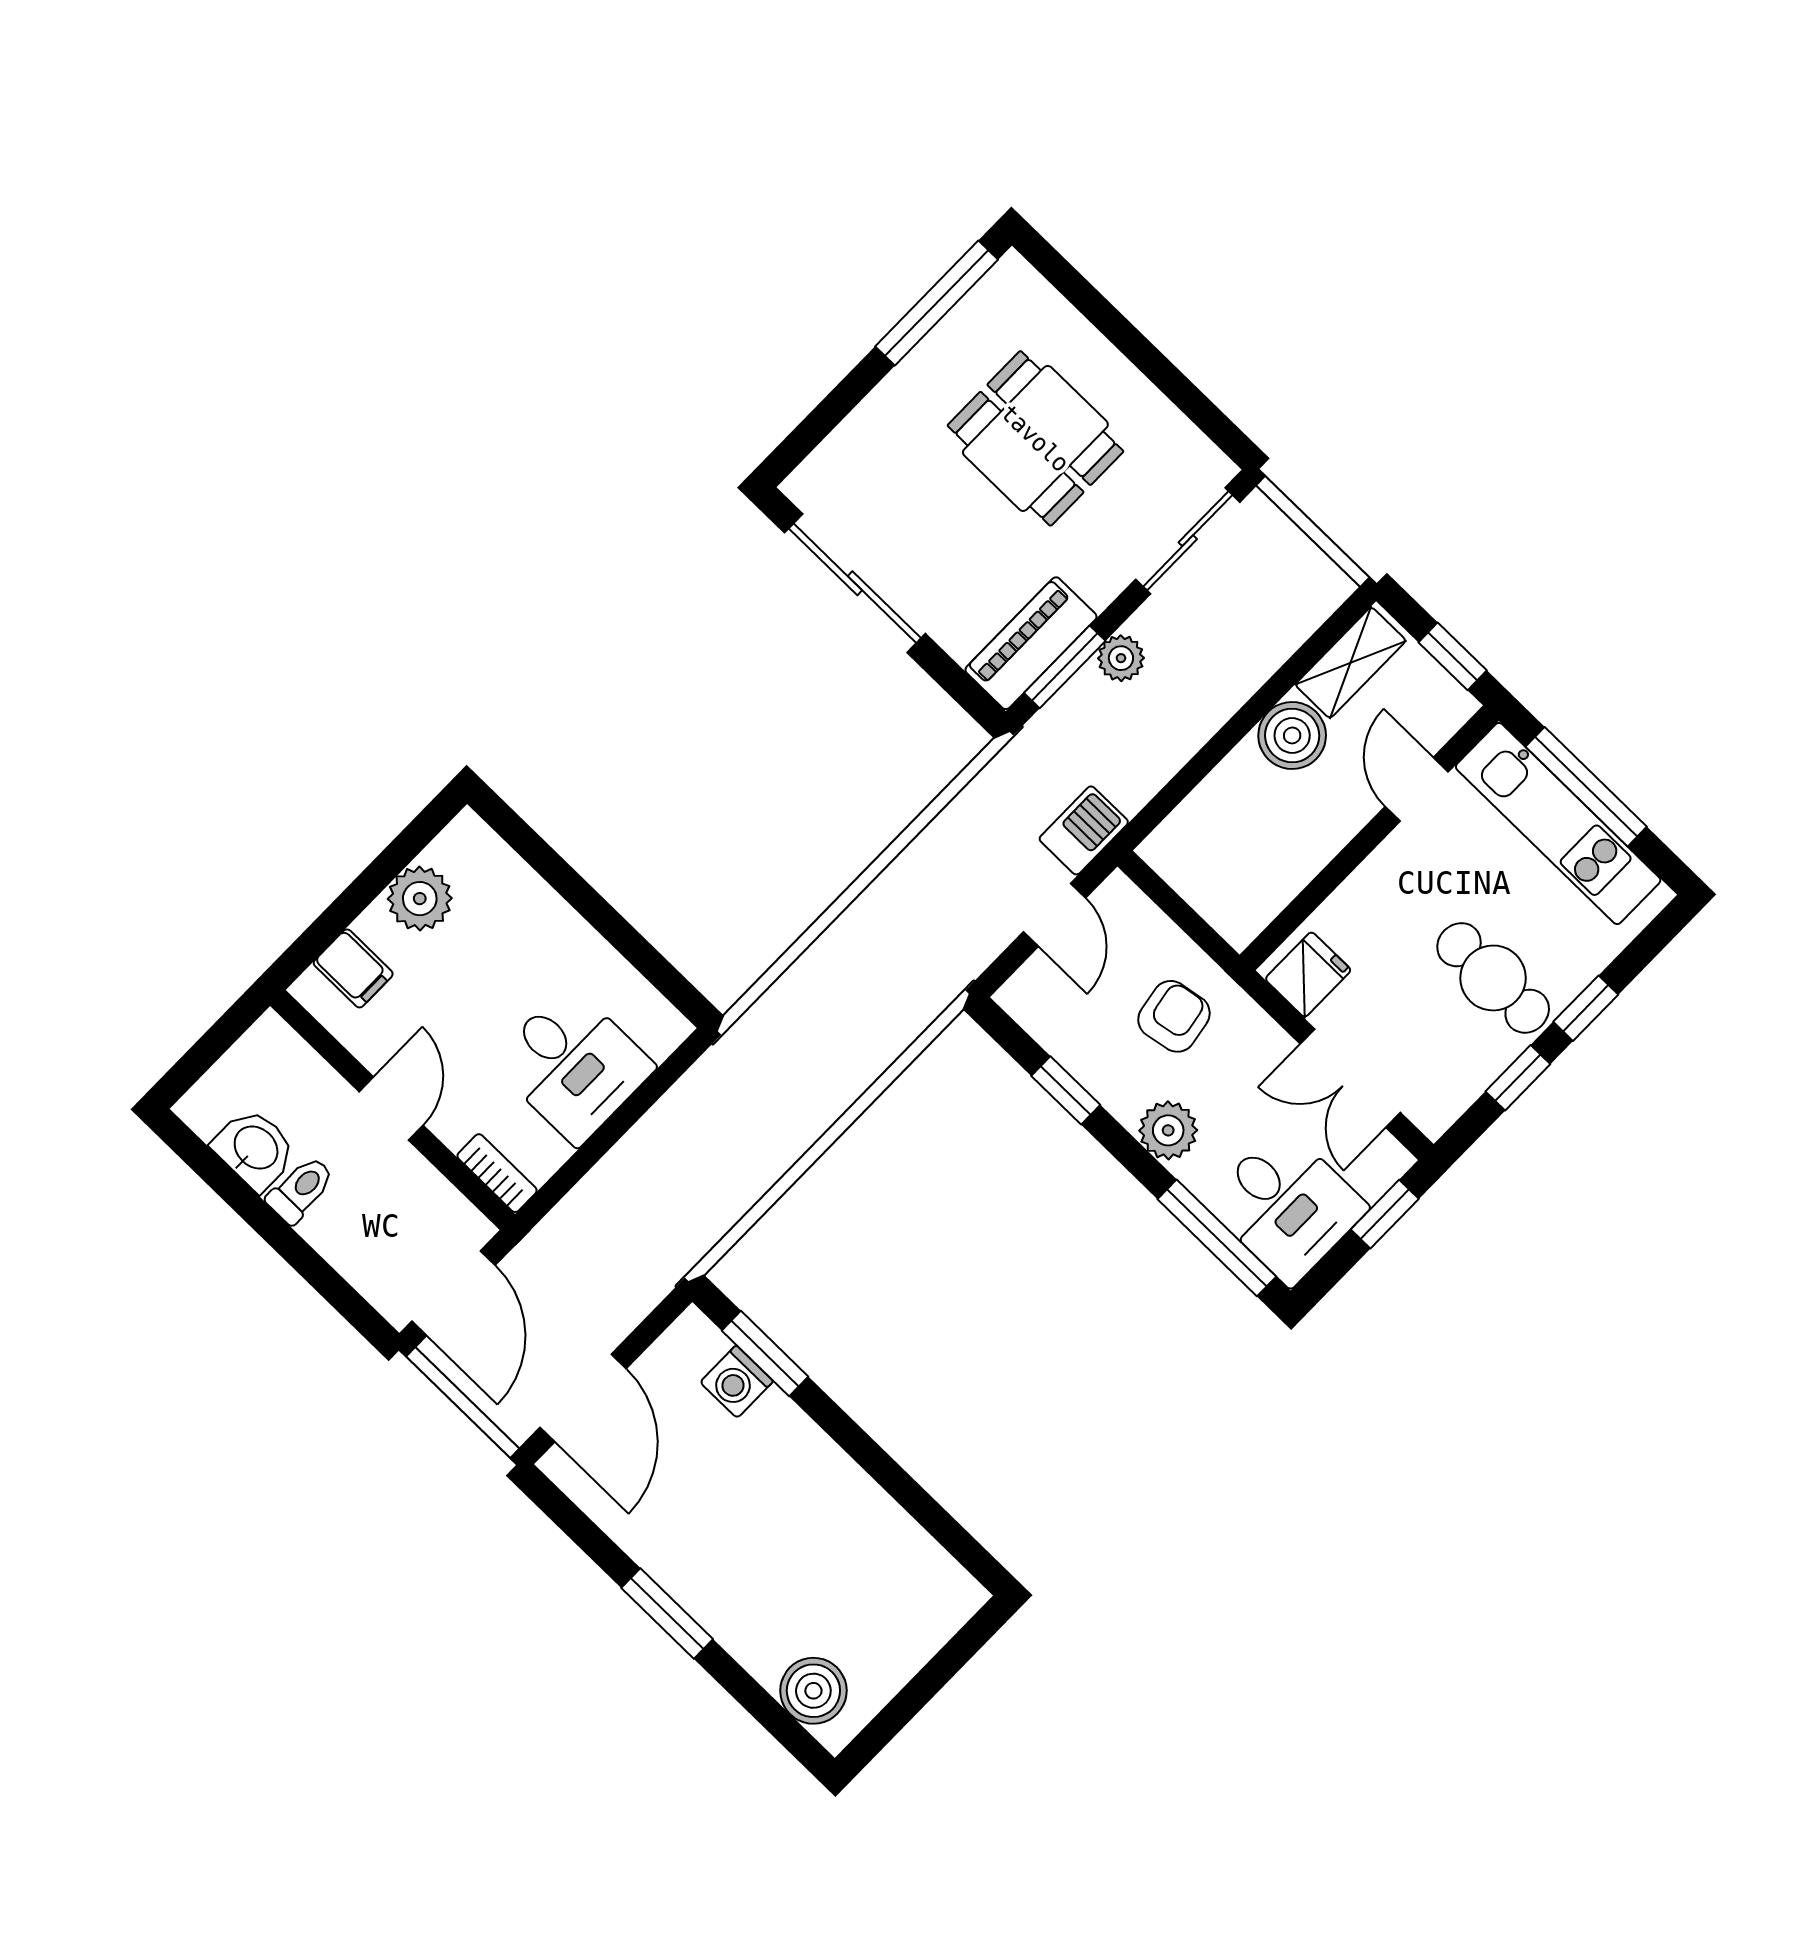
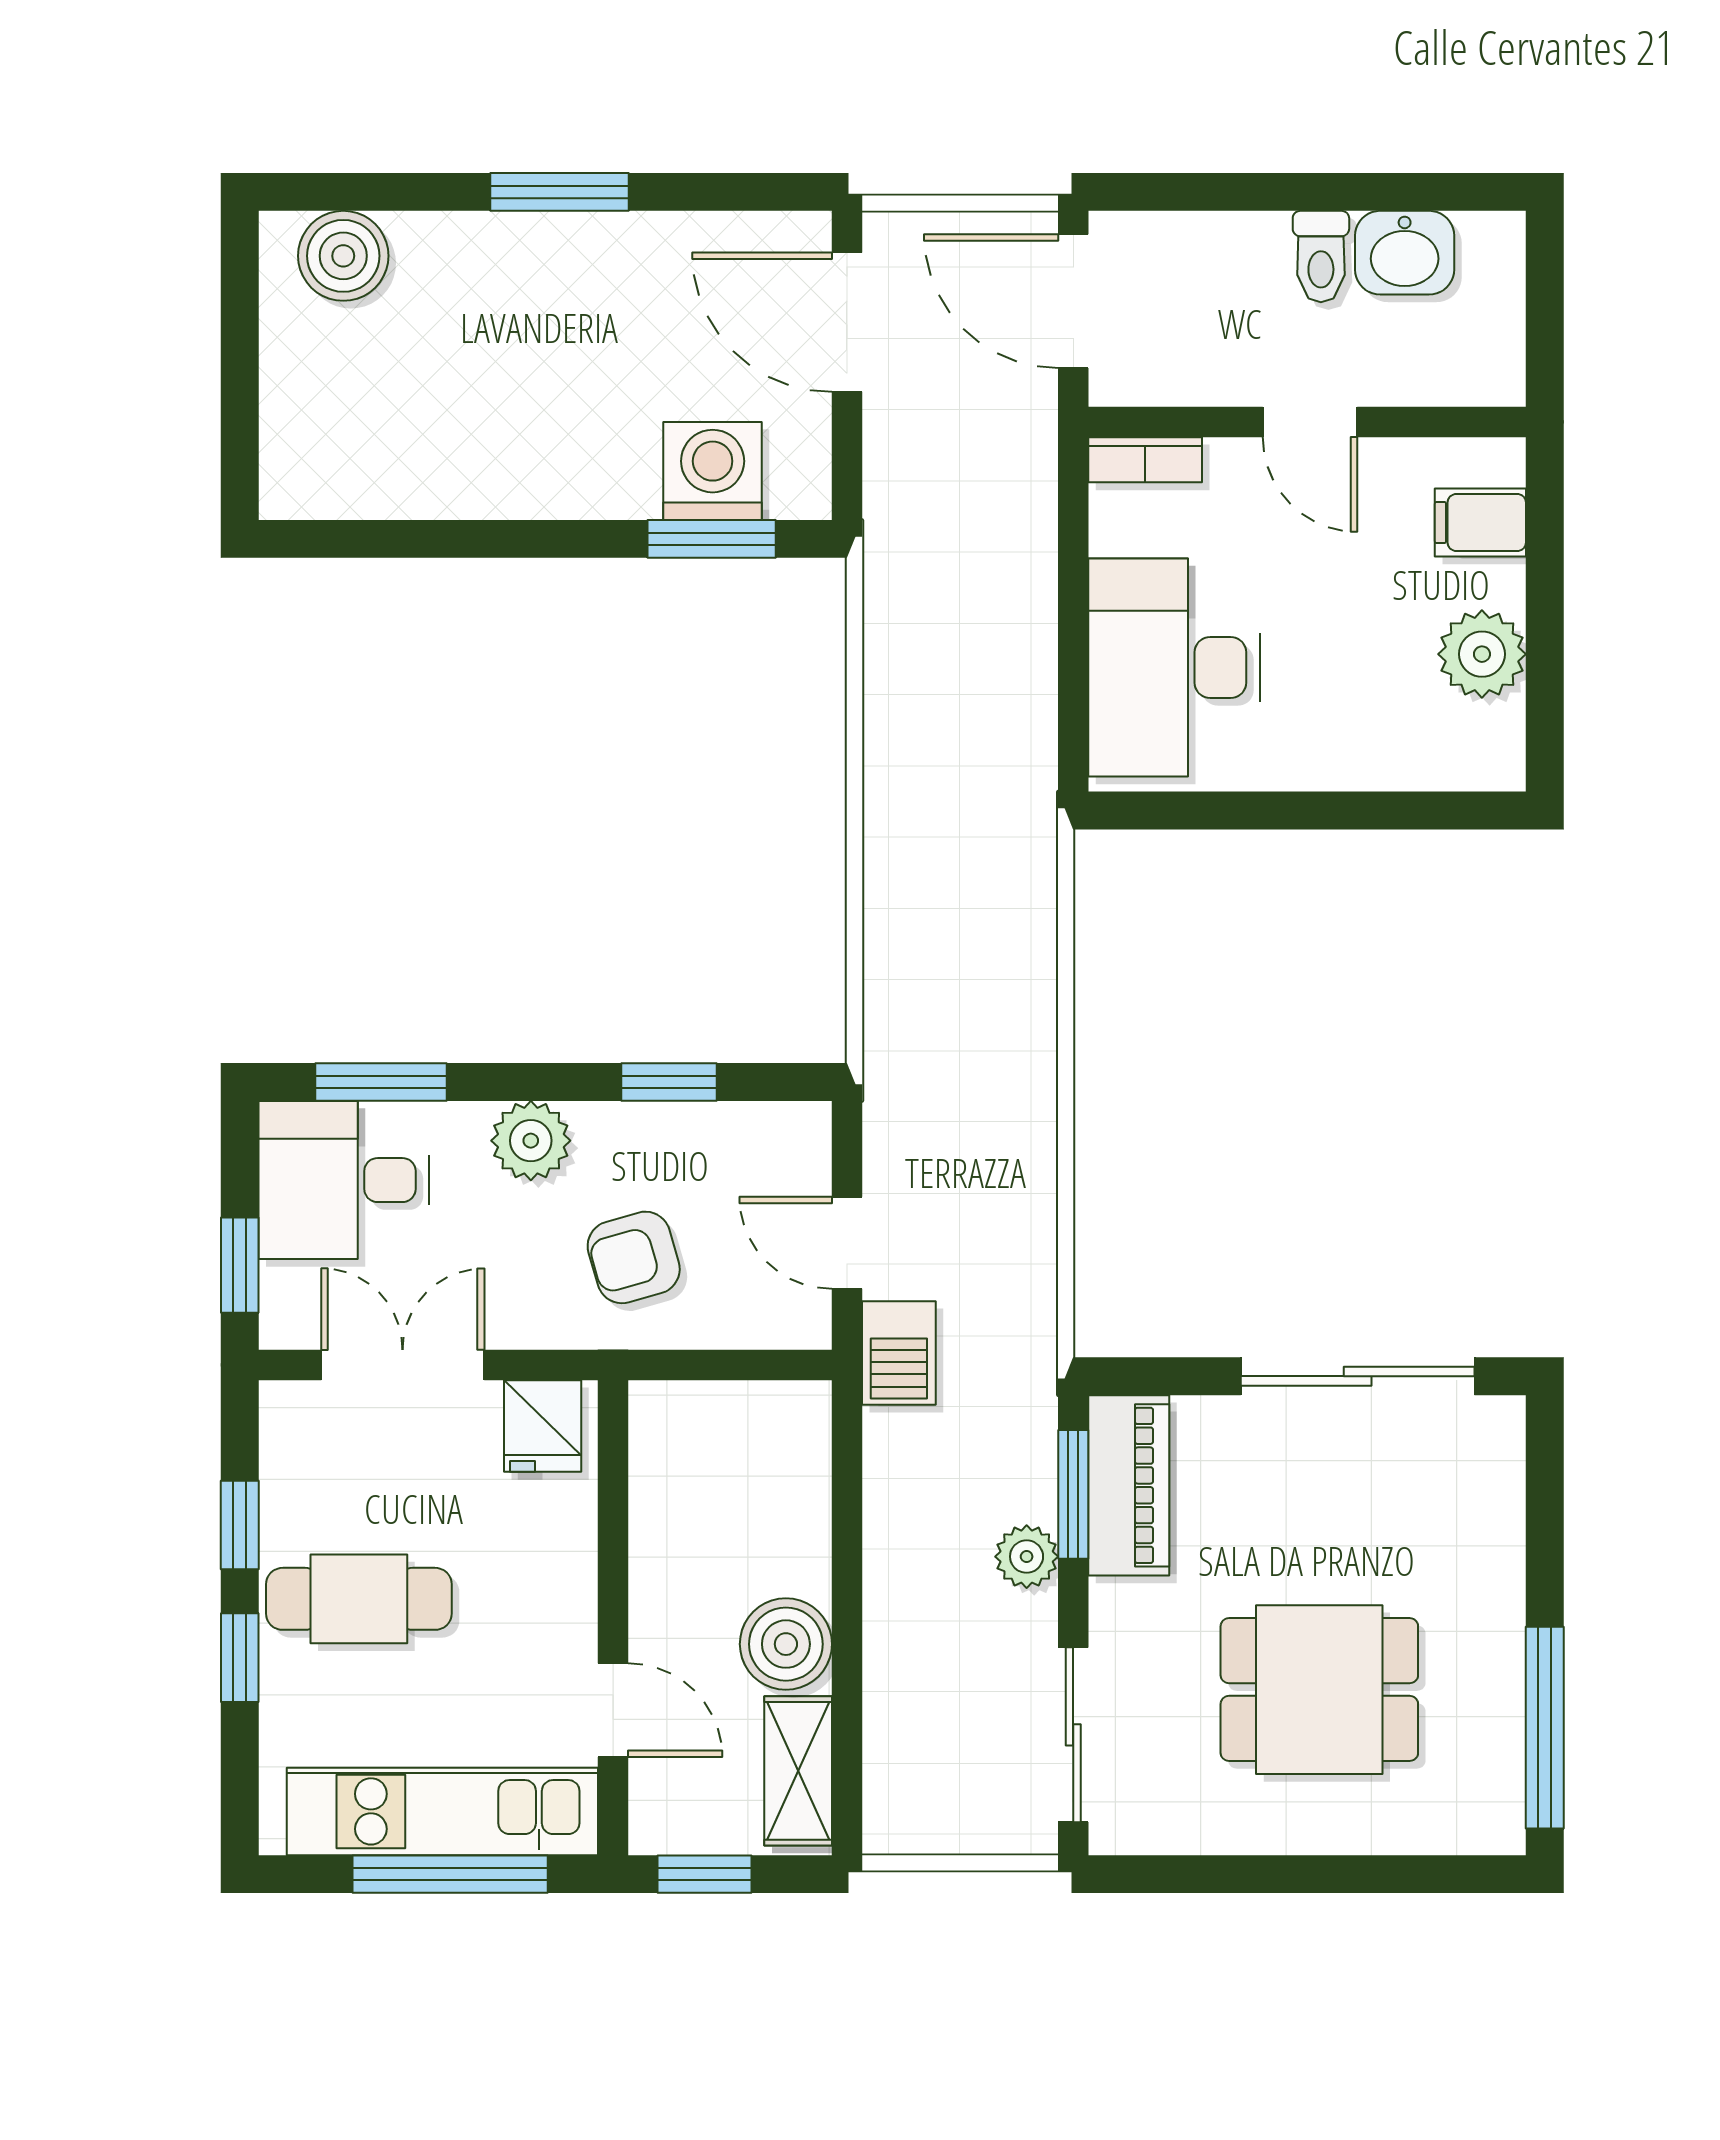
armchair: (1174, 1016) -> (634, 1257), turned 84
desk: (573, 1065) -> (1174, 668), width x1.37
window: (1217, 1238) -> (381, 1082), width x0.69
washing machine: (737, 1382) -> (713, 471), width x1.38, depth x1.38

